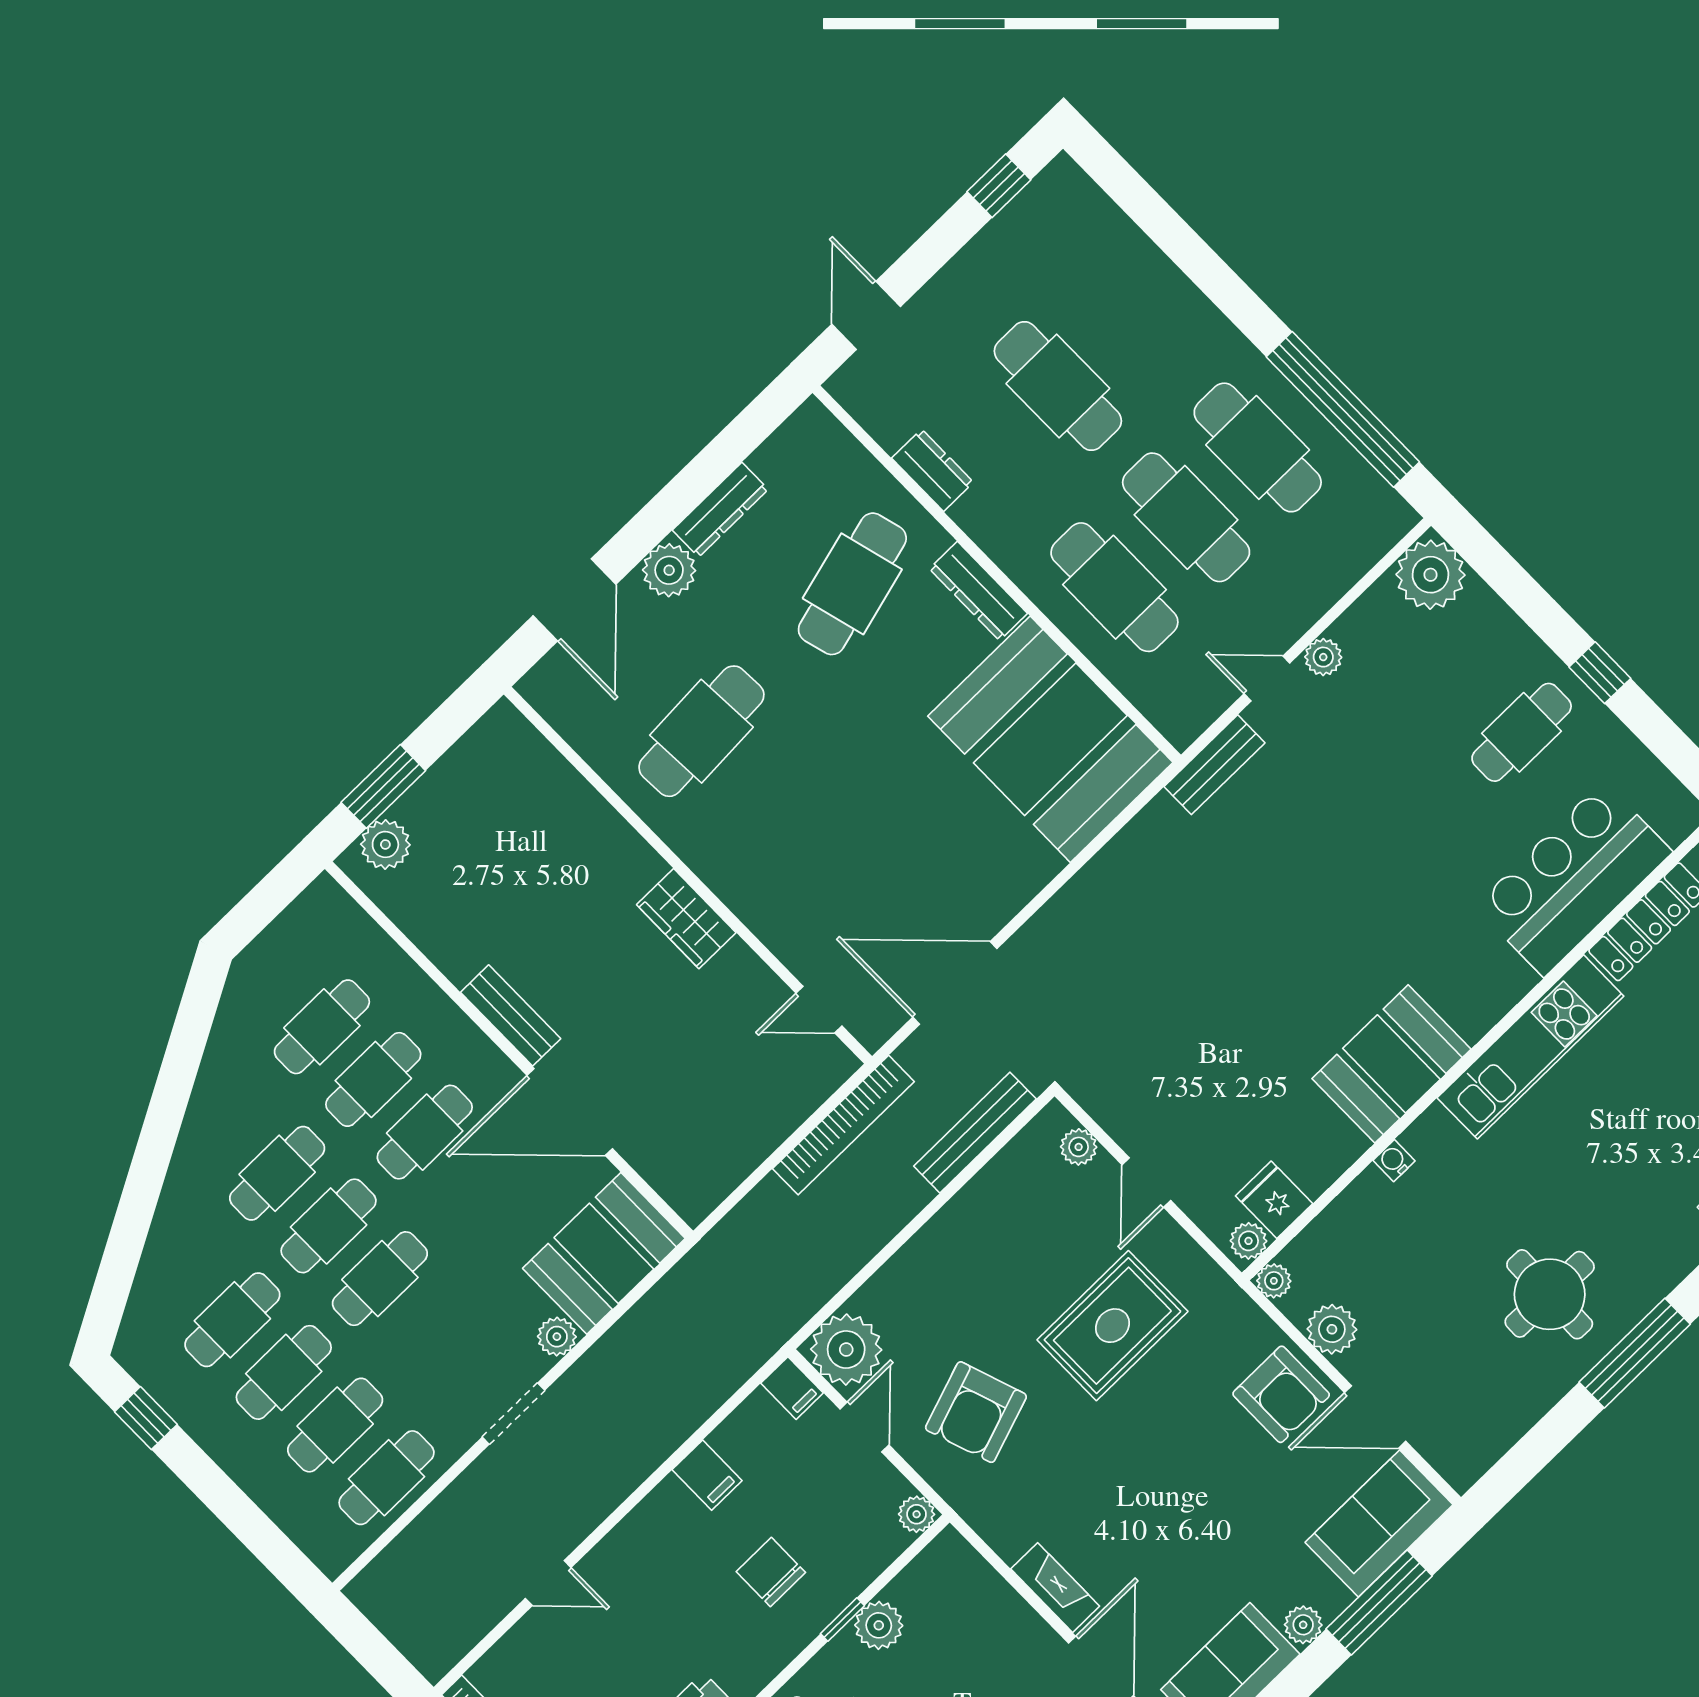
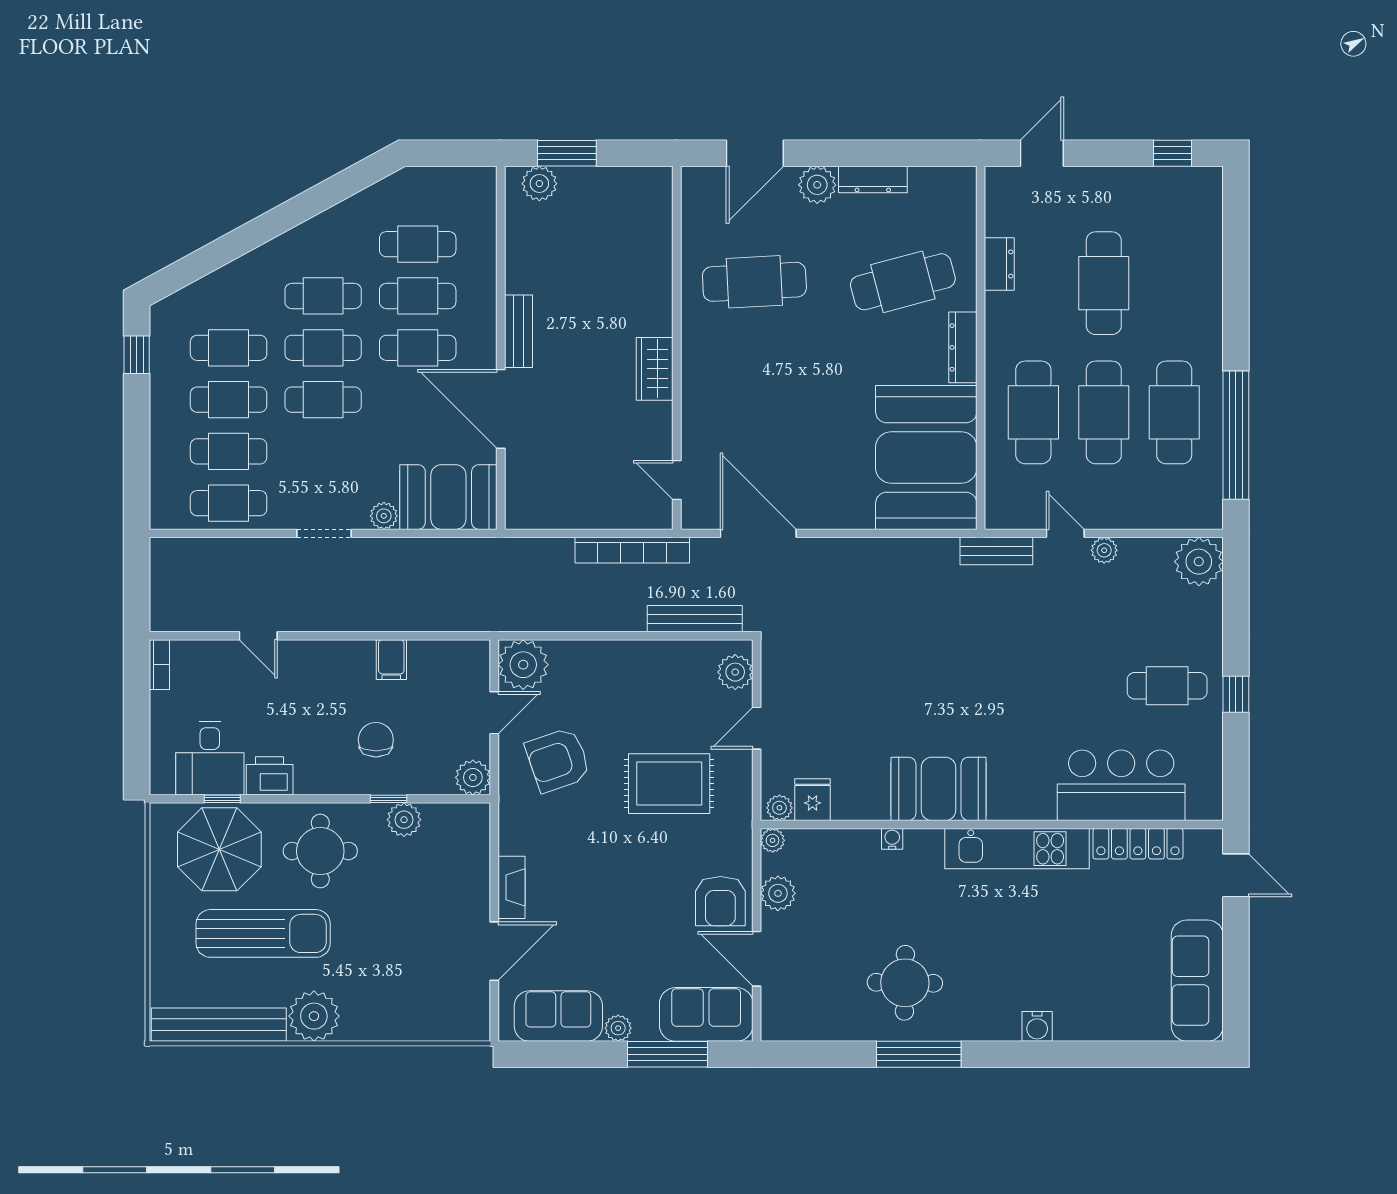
plant: (1079, 1147) -> (735, 672), width x1.38, depth x1.38
filing cabinet: (792, 1388) -> (477, 657), removed
plant: (917, 1514) -> (473, 777), width x1.38, depth x1.38

